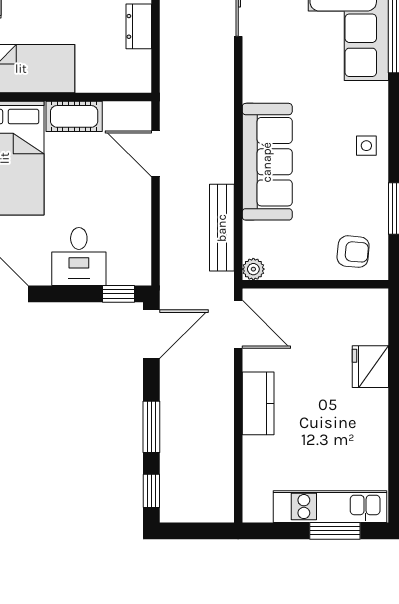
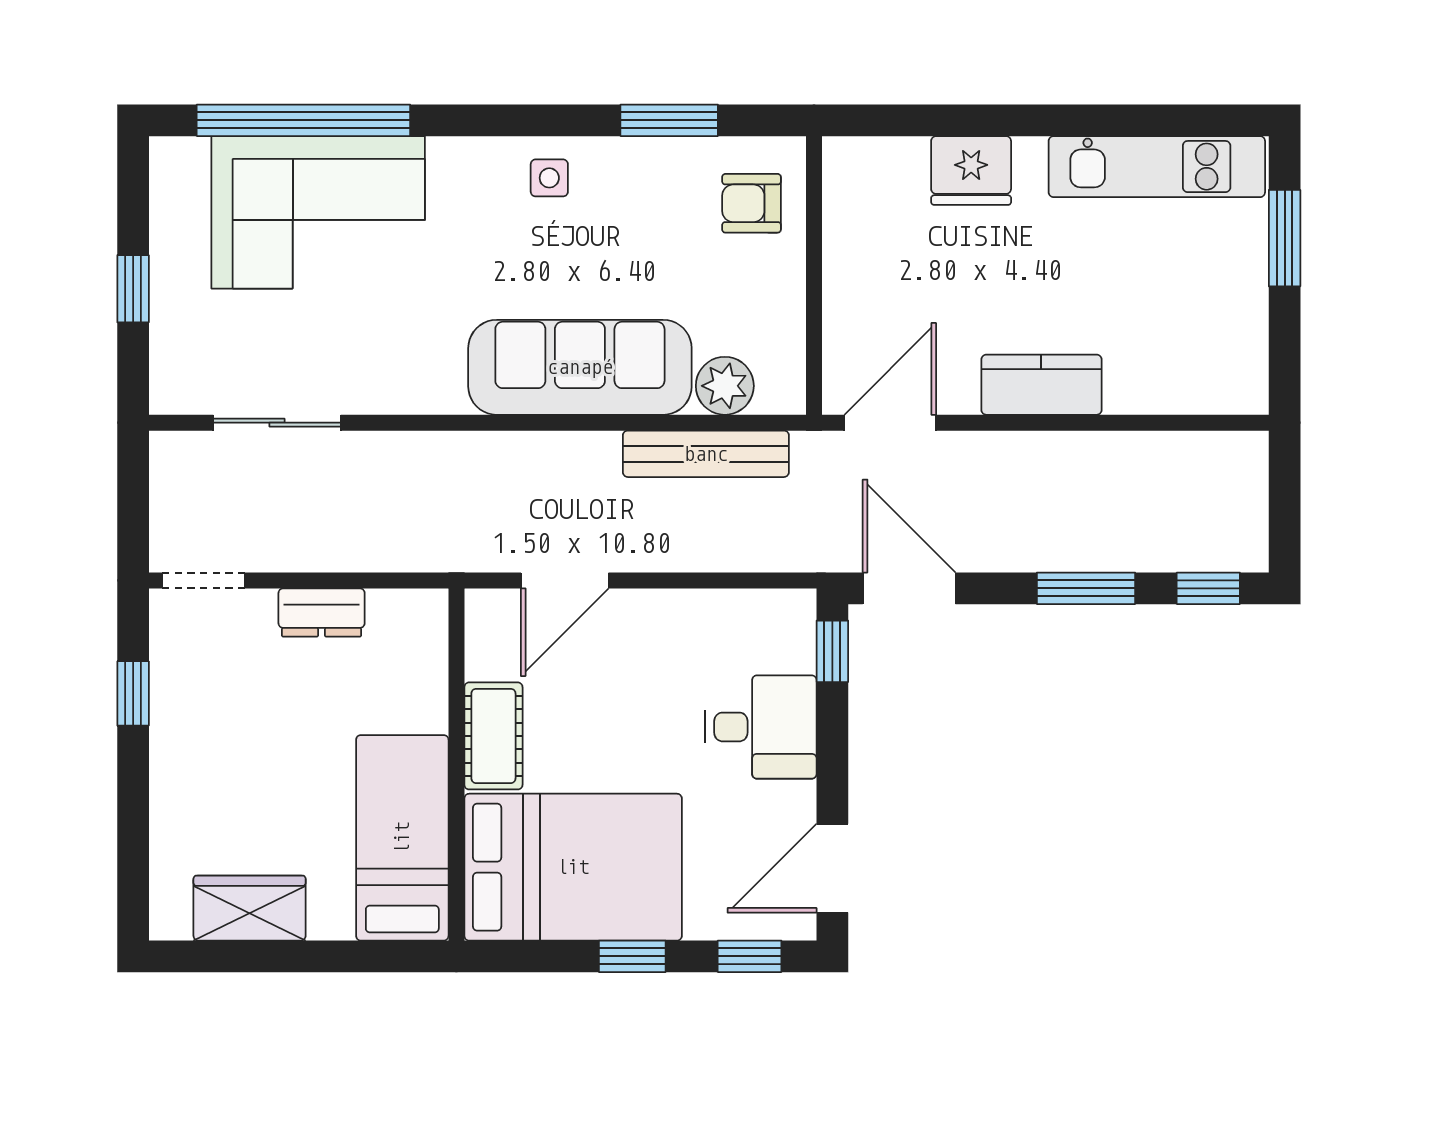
armchair: (353, 252) -> (752, 203), turned -95
plant: (253, 269) -> (725, 386), moved, width x1.38, depth x1.38
kitchen unit: (330, 507) -> (1157, 167), moved, turned -90

